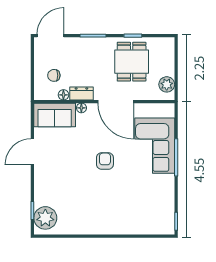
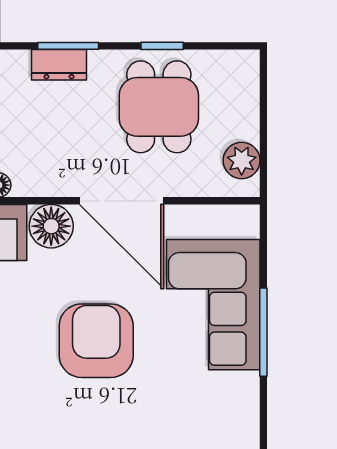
dresser: (81, 94) -> (59, 65), moved, turned 180
floor lamp: (81, 108) -> (51, 226), width x1.89, depth x1.89
armchair: (105, 161) -> (96, 341), width x1.88, depth x1.88

